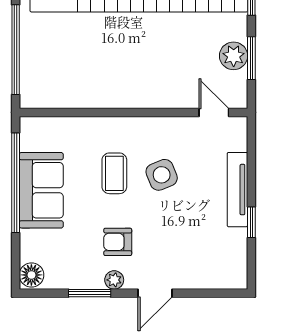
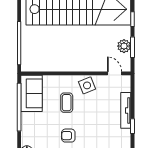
side table: (162, 175) -> (87, 85), moved
sofa: (41, 190) -> (31, 93), moved

